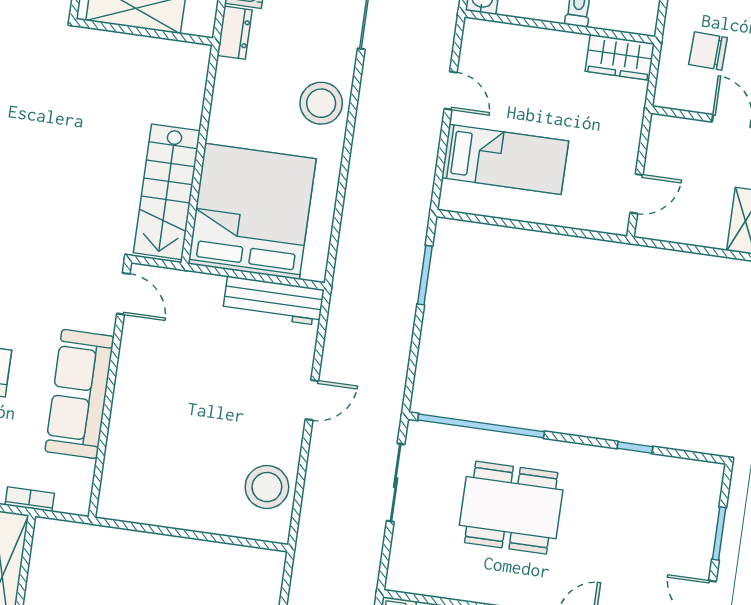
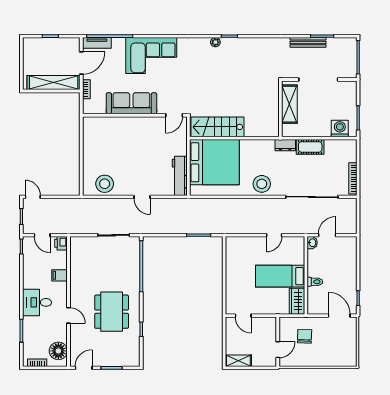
bed: (505, 159) -> (280, 276), moved, turned 90
dining table: (511, 508) -> (112, 312), moved

